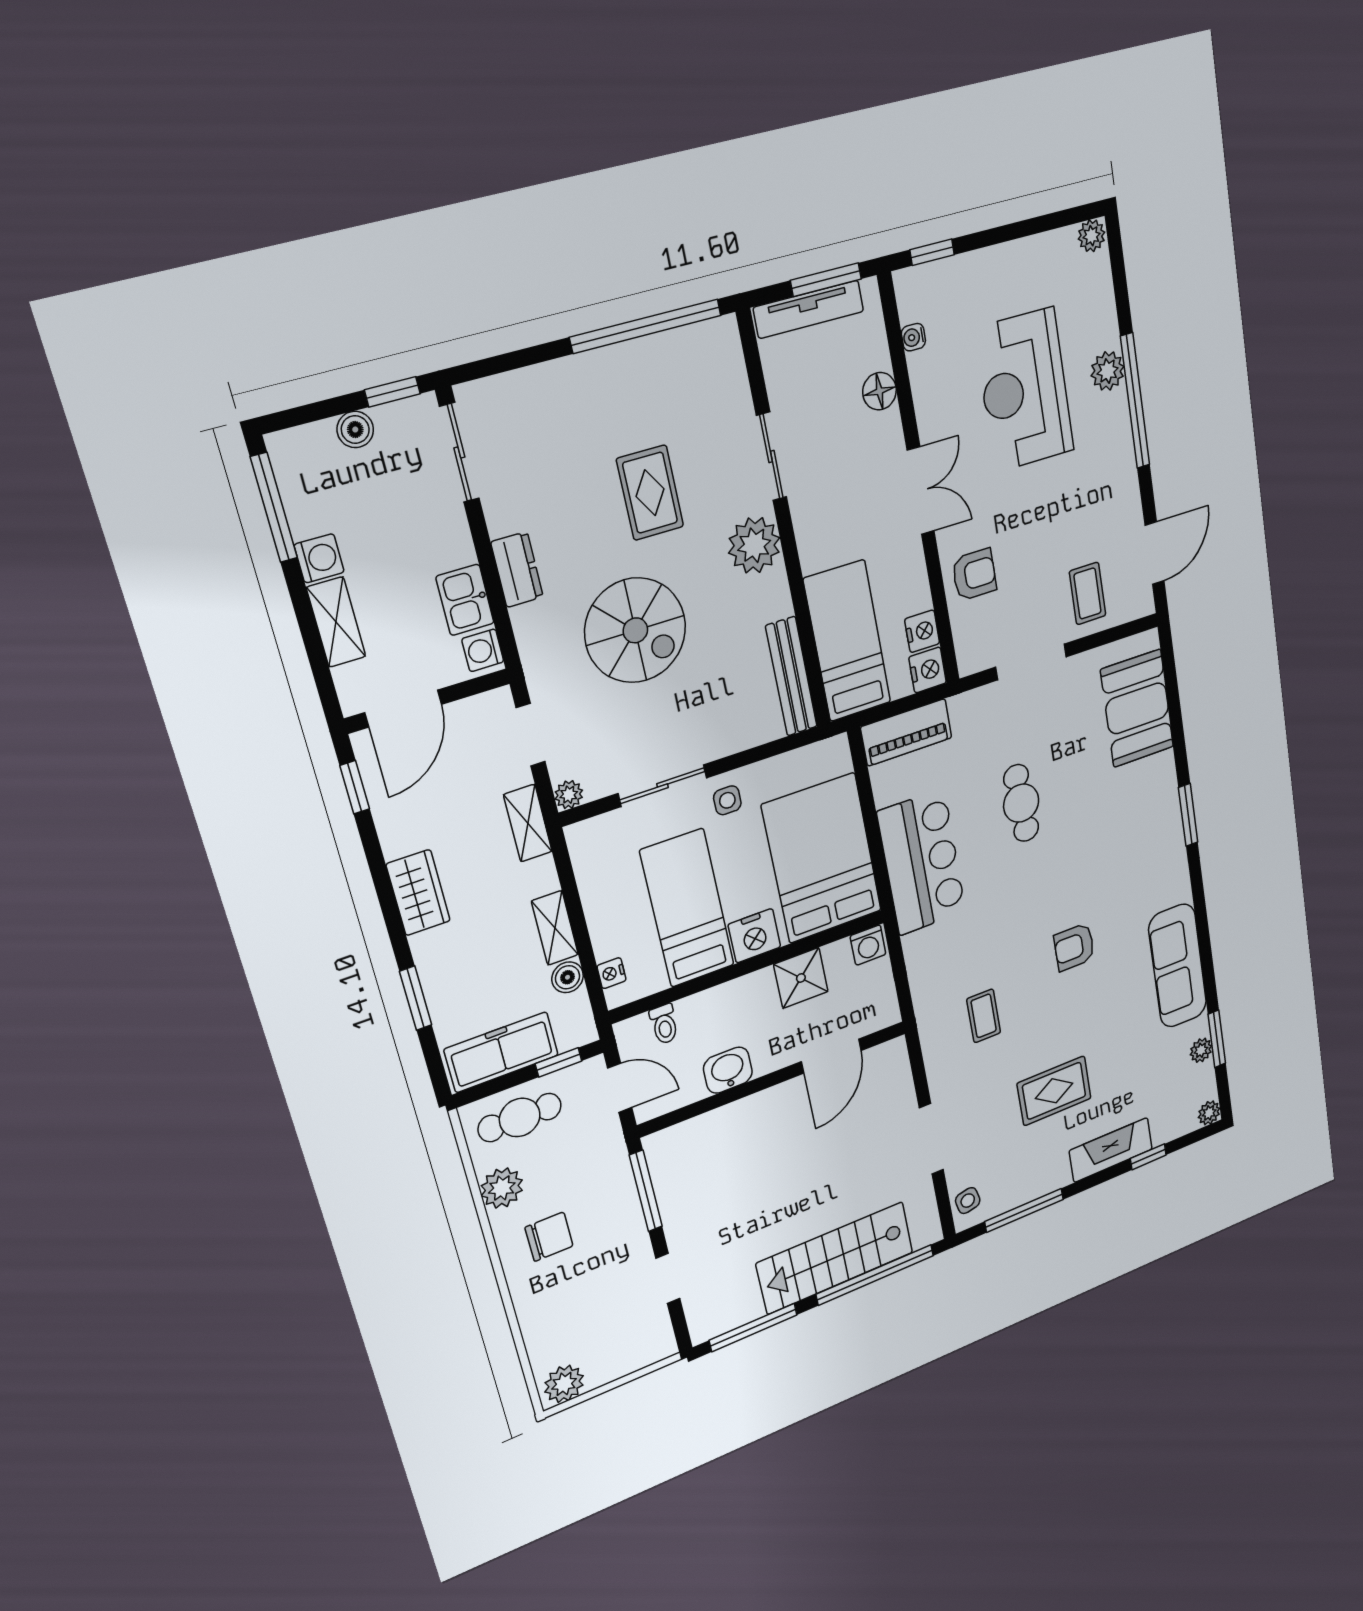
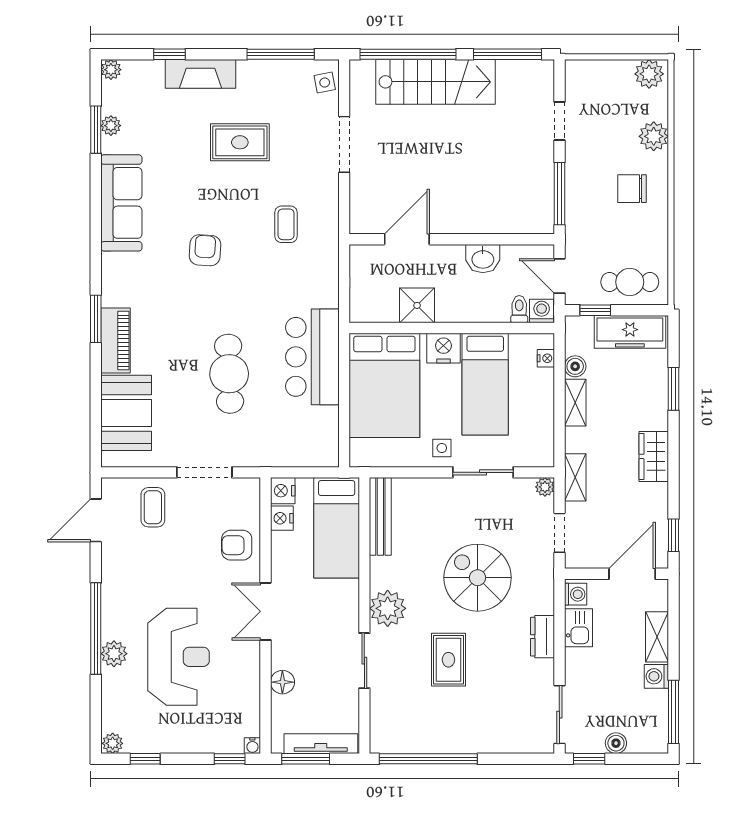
window: (1046, 223) -> (145, 759), added
water cooler: (913, 337) -> (252, 746), moved, turned 90
piano: (906, 732) -> (115, 341), moved, turned 90
cafe table: (1021, 803) -> (229, 374), width x1.37, depth x1.35
washing machine: (868, 945) -> (542, 311), moved
armchair: (1074, 947) -> (205, 250), turned -86
plant: (502, 1188) -> (654, 136), moved

